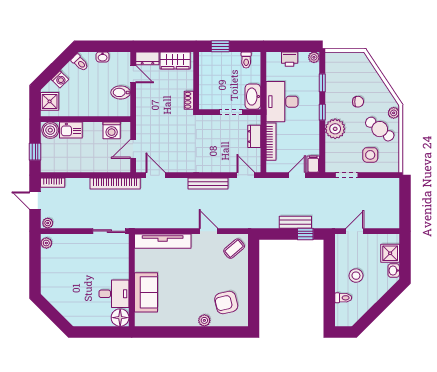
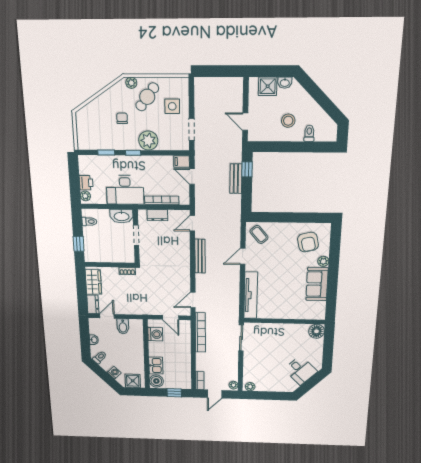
plant: (314, 57) -> (85, 196), moved
sofa: (146, 292) -> (317, 284), moved, turned -90
desk: (114, 294) -> (301, 370), moved, turned 135

